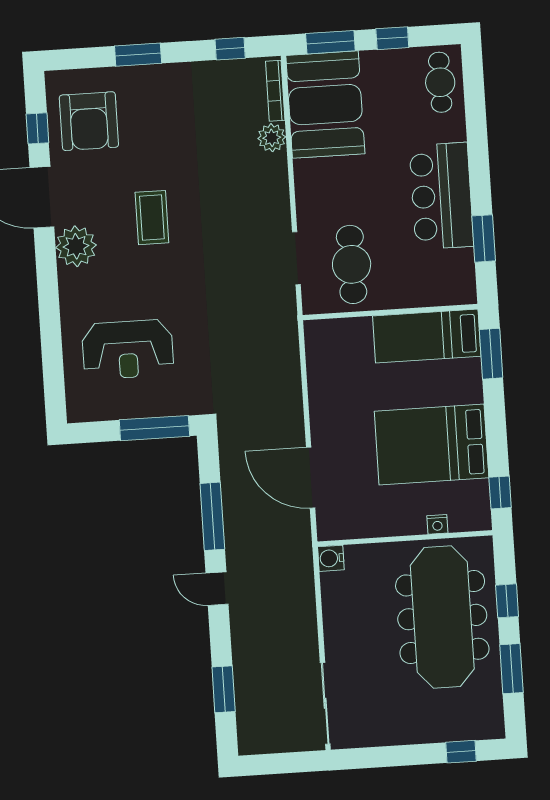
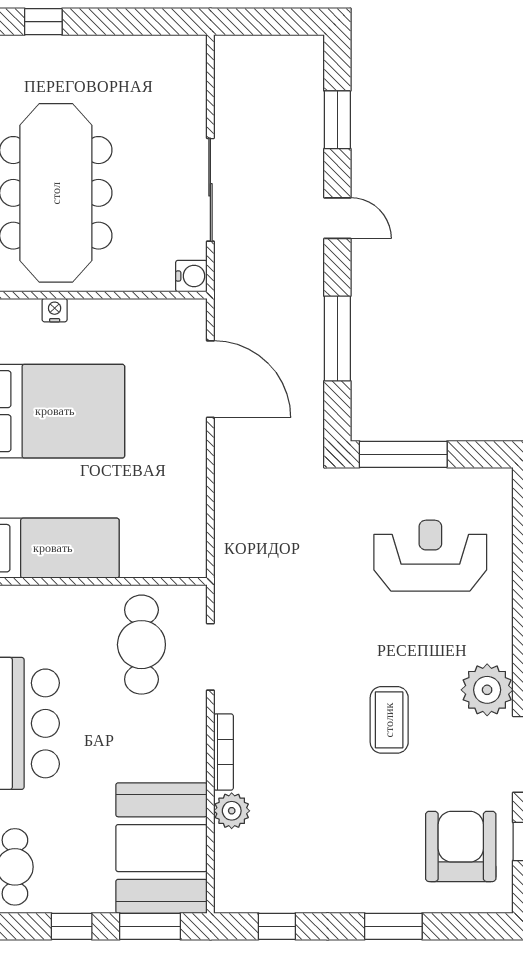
bookcase: (275, 91) -> (224, 752), moved
door: (217, 589) -> (337, 218), moved
sliding door: (325, 703) -> (210, 190), moved

